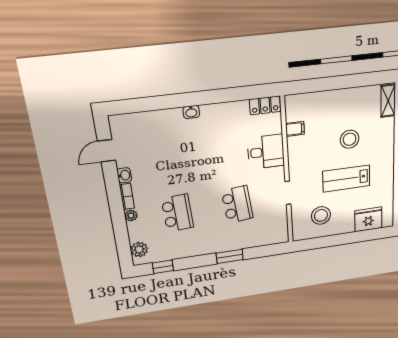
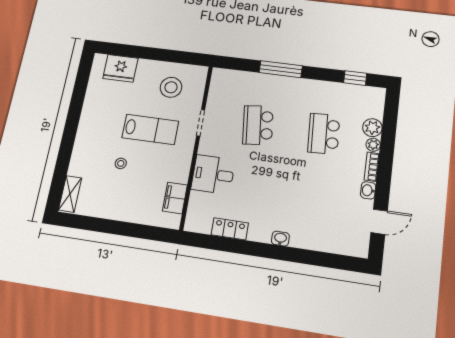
locker: (265, 105) -> (230, 229), moved
filing cabinet: (295, 129) -> (175, 198), width x2.00
stool: (350, 139) -> (121, 163), width x0.53, depth x0.53
lab bench: (346, 179) -> (150, 129), moved
plant: (139, 249) -> (372, 128), moved
window: (230, 256) -> (281, 69), width x1.44

